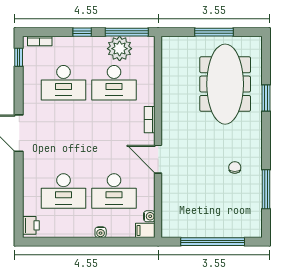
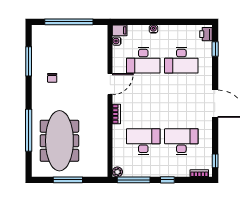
plant: (120, 49) -> (117, 172), moved, width x0.53, depth x0.53
window: (266, 98) -> (29, 130), width x2.11
door: (158, 159) -> (110, 84), hinge flipped
desk: (63, 191) -> (181, 60), turned 180
desk: (114, 191) -> (143, 60), turned 180
window: (19, 206) -> (215, 49), added

